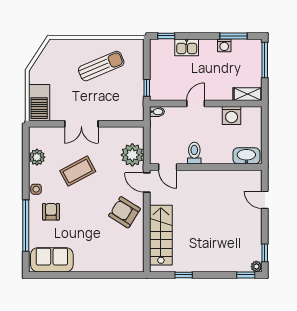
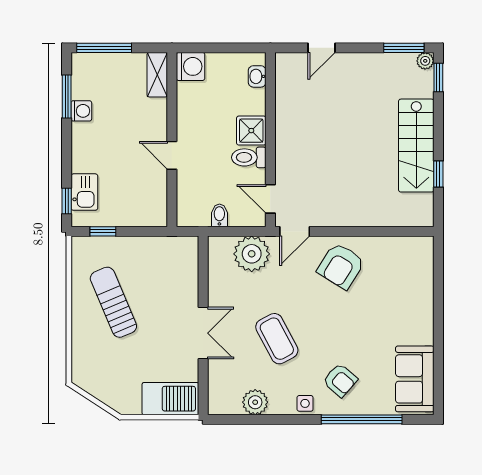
kitchen sink: (187, 47) -> (84, 192), moved
window: (147, 88) -> (103, 231), moved
bidet: (157, 112) -> (219, 215), moved
washing machine: (232, 116) -> (191, 66), moved
shower: (212, 155) -> (251, 131), added
washbasin: (246, 156) -> (257, 76), width x0.52, depth x0.69
door: (168, 167) -> (270, 199), swing flipped
armchair: (51, 212) -> (340, 380), turned -139
stairs: (161, 235) -> (416, 146), moved, turned -90
window: (265, 253) -> (404, 48), width x1.50

